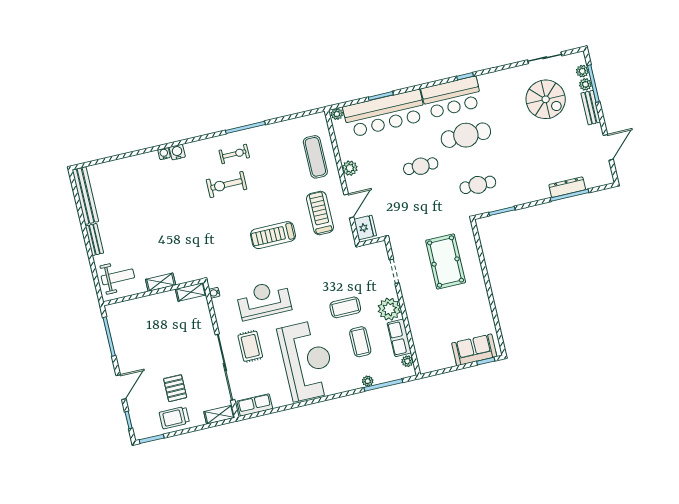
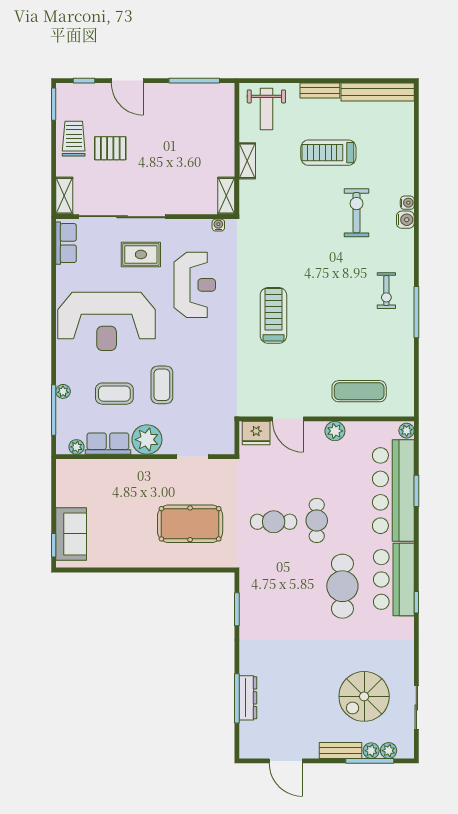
exercise bike: (226, 184) -> (357, 213), moved
cafe table: (478, 185) -> (274, 522), moved, turned 90
treadmill: (320, 213) -> (328, 153), moved, turned 180

